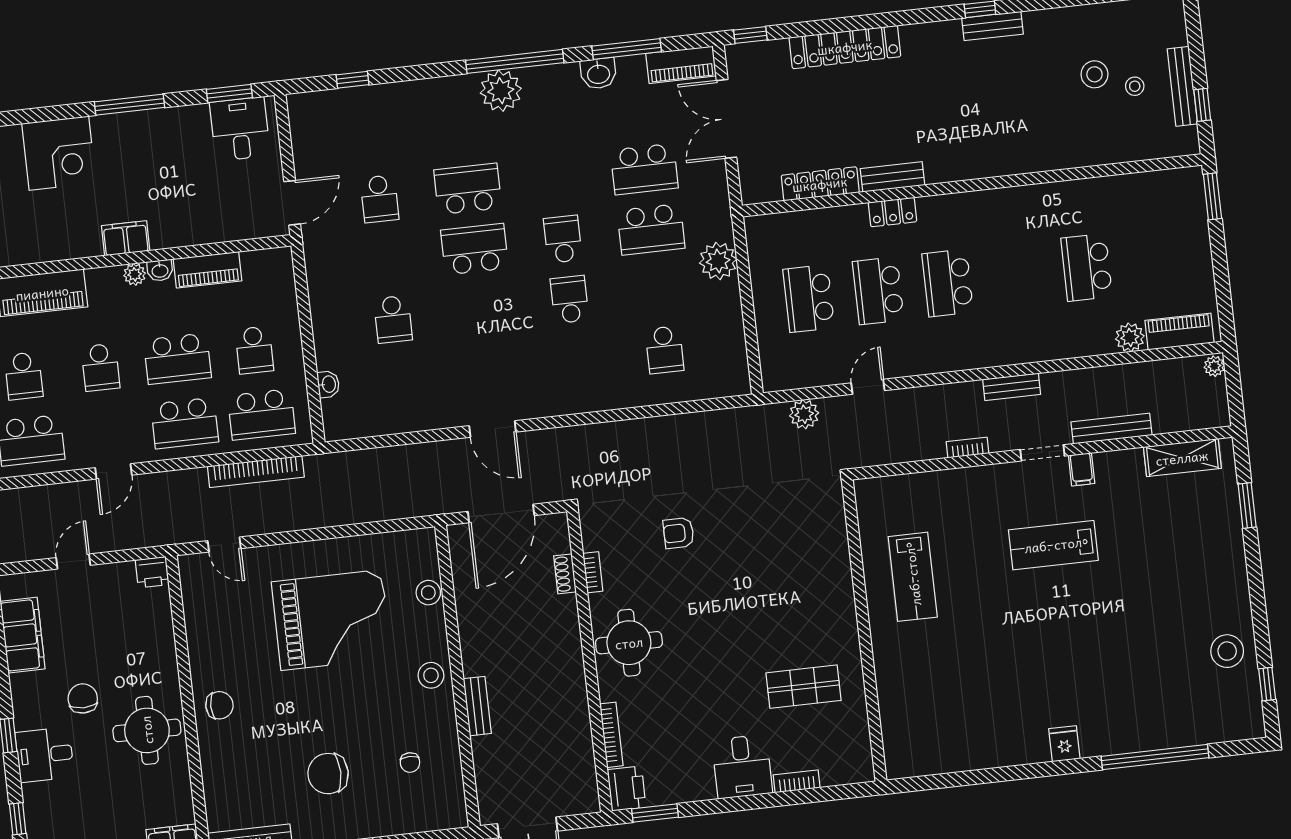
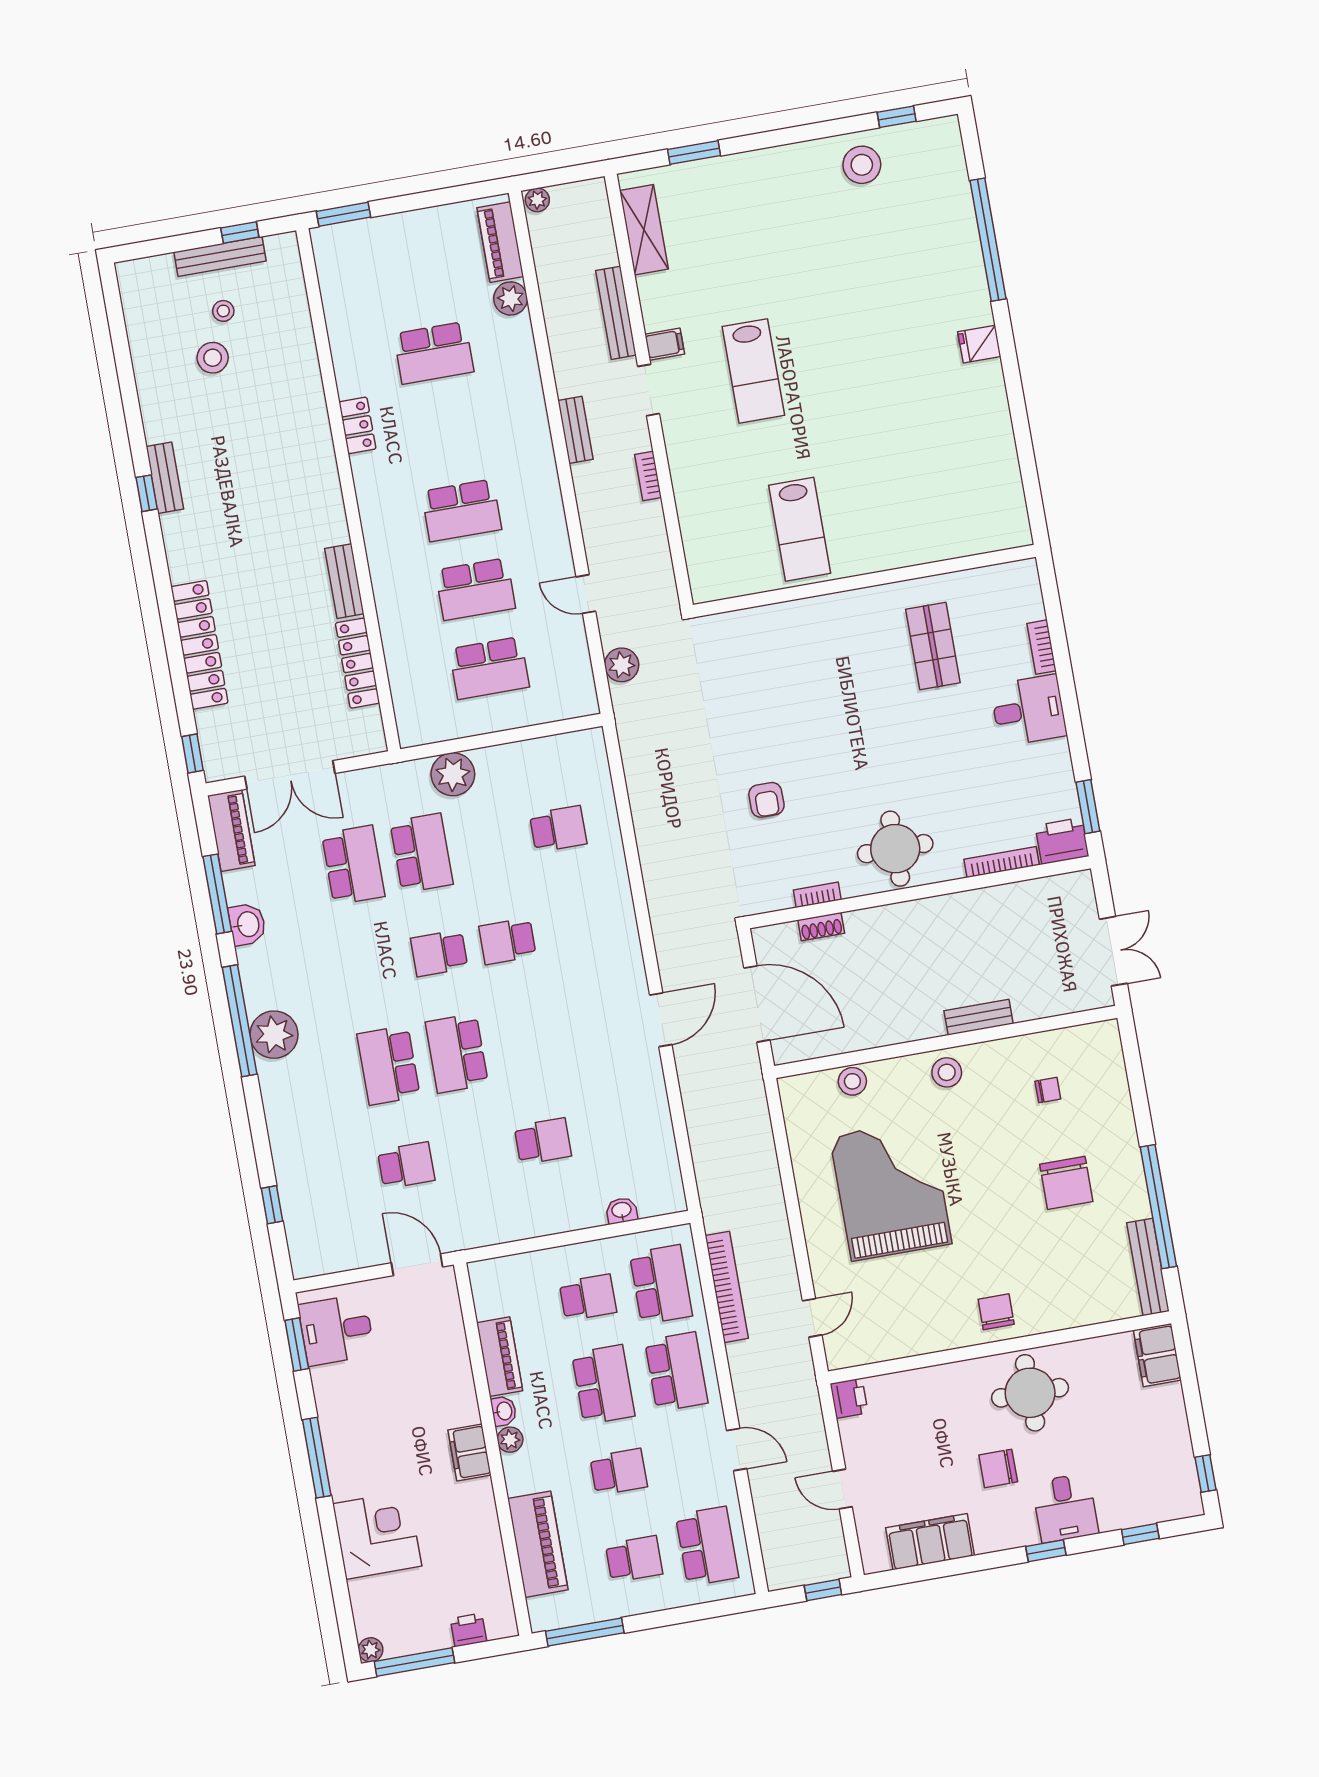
locker: (892, 212) -> (357, 425), moved
lab bench: (913, 577) -> (800, 529), turned 90

